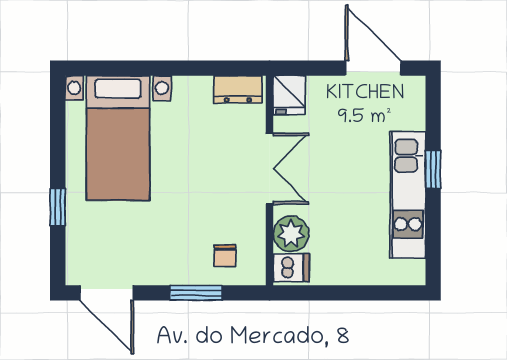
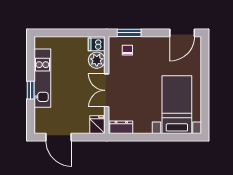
window: (58, 207) -> (205, 73), removed
door: (107, 293) -> (182, 33), swing flipped
window: (196, 293) -> (129, 33), moved

